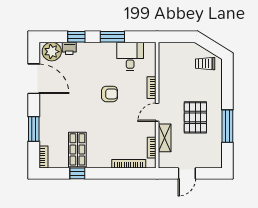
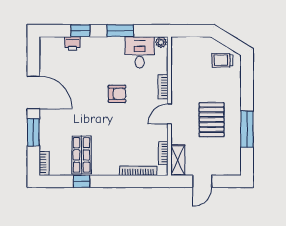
plant: (52, 52) -> (161, 42), moved, width x0.53, depth x0.53
door: (34, 79) -> (33, 92), moved
shelving: (165, 138) -> (178, 160), moved

